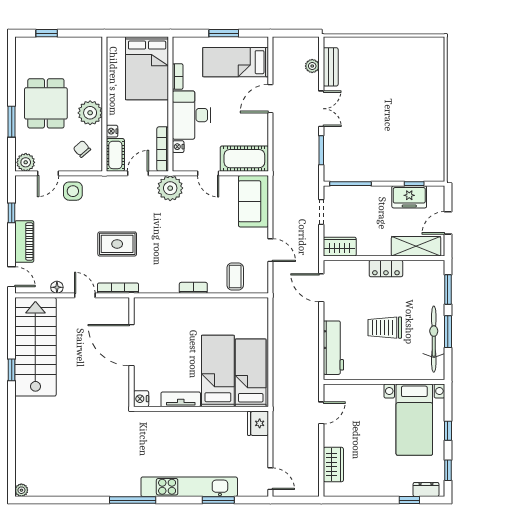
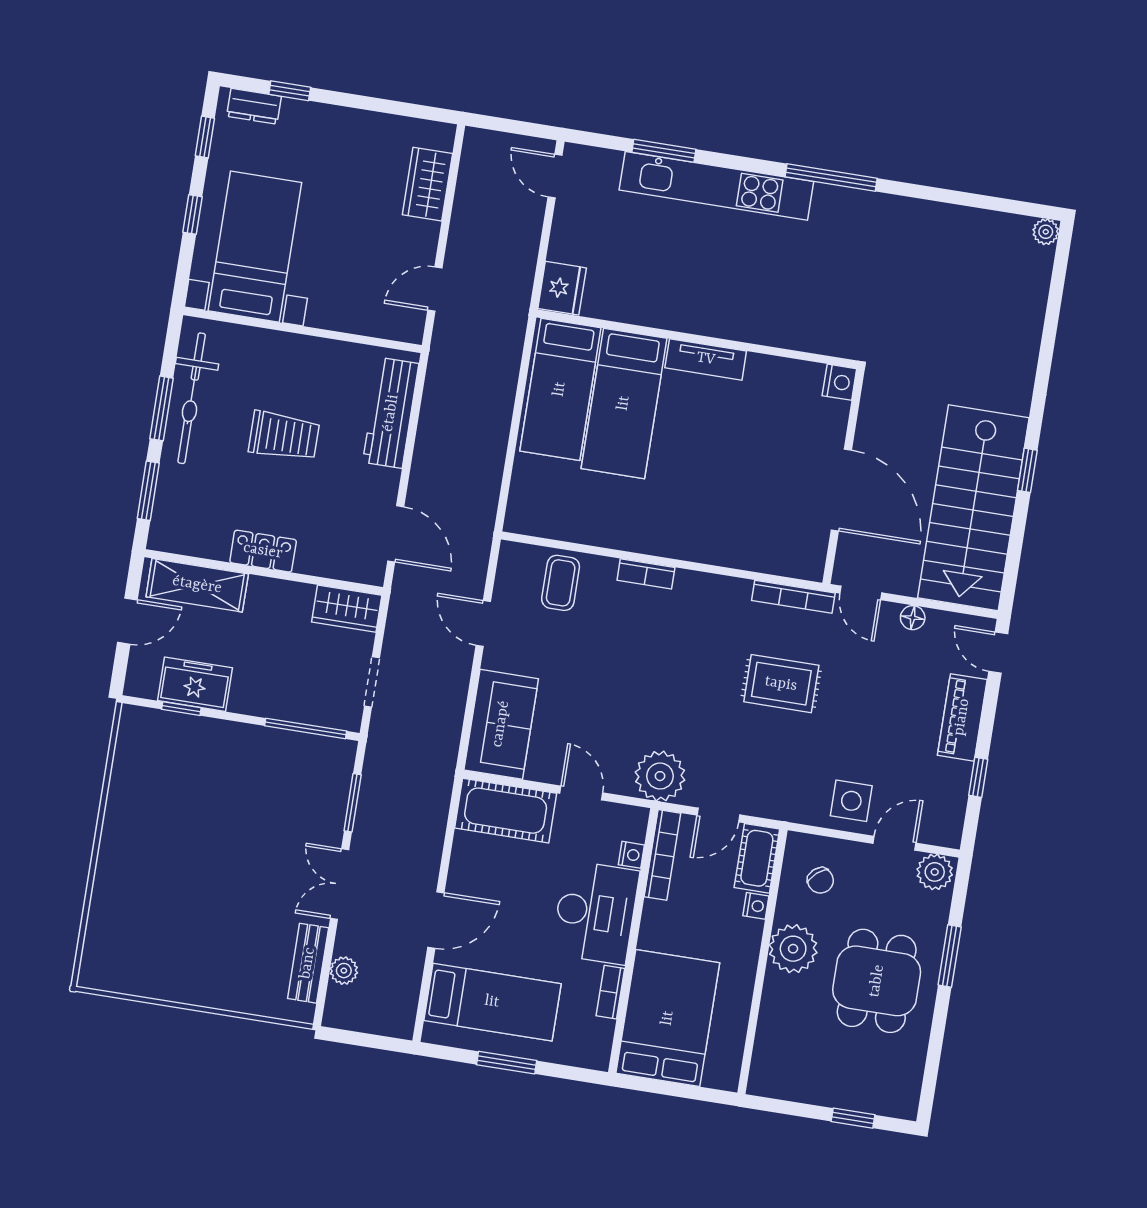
door: (131, 345) -> (841, 490), moved
wall: (131, 352) -> (844, 476), moved
nightstand: (141, 399) -> (839, 382), moved

